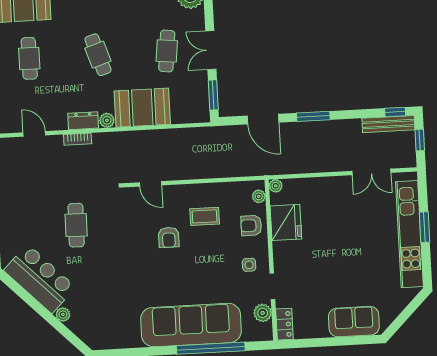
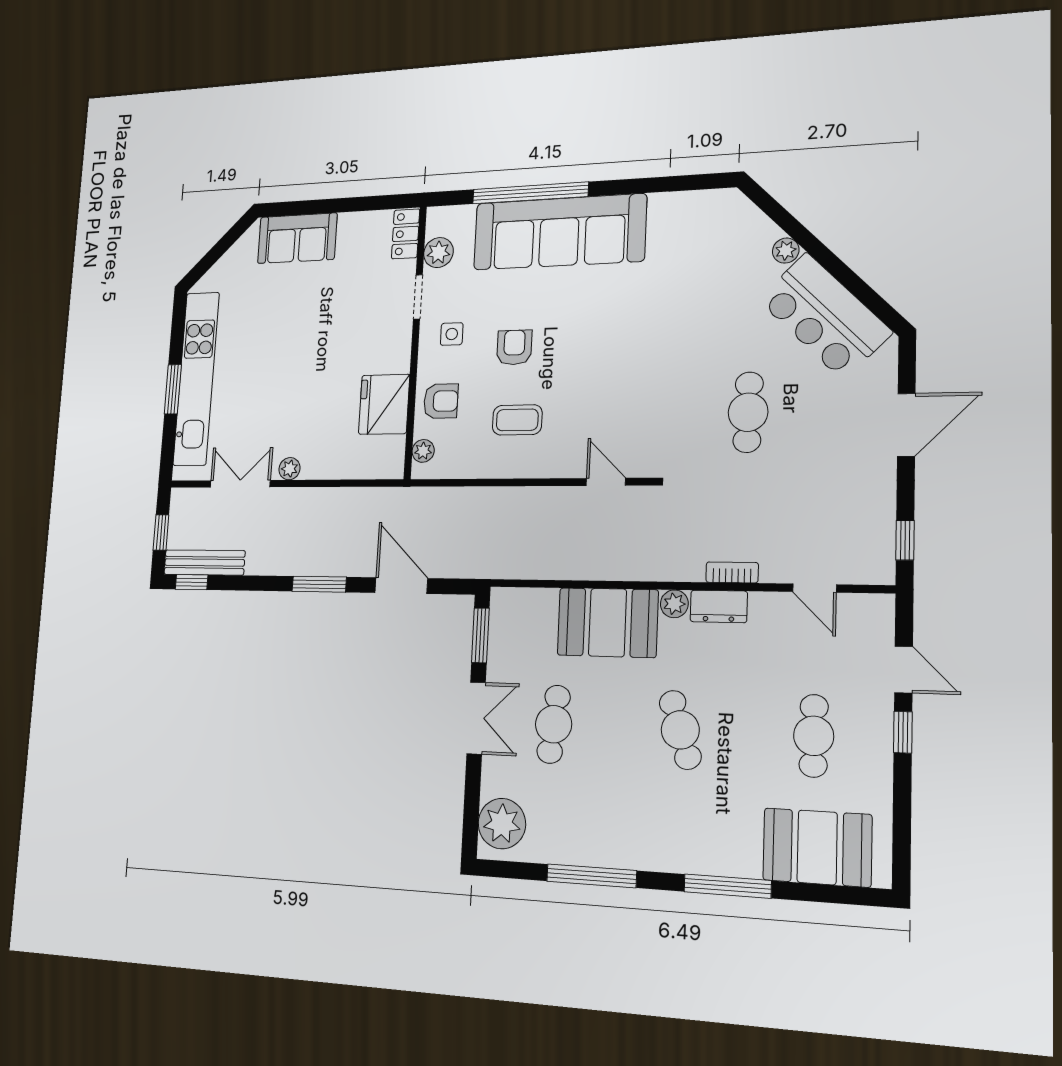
plant: (276, 186) -> (289, 469), moved
armchair: (169, 237) -> (514, 347), moved

